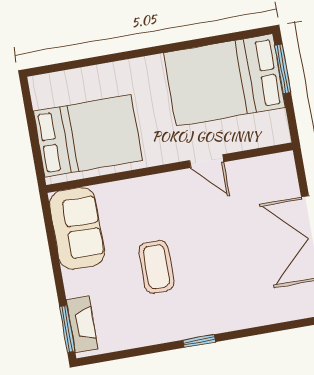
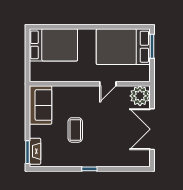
bed: (88, 136) -> (53, 45), moved
door: (207, 161) -> (108, 84), hinge flipped
plant: (276, 174) -> (140, 96), added

